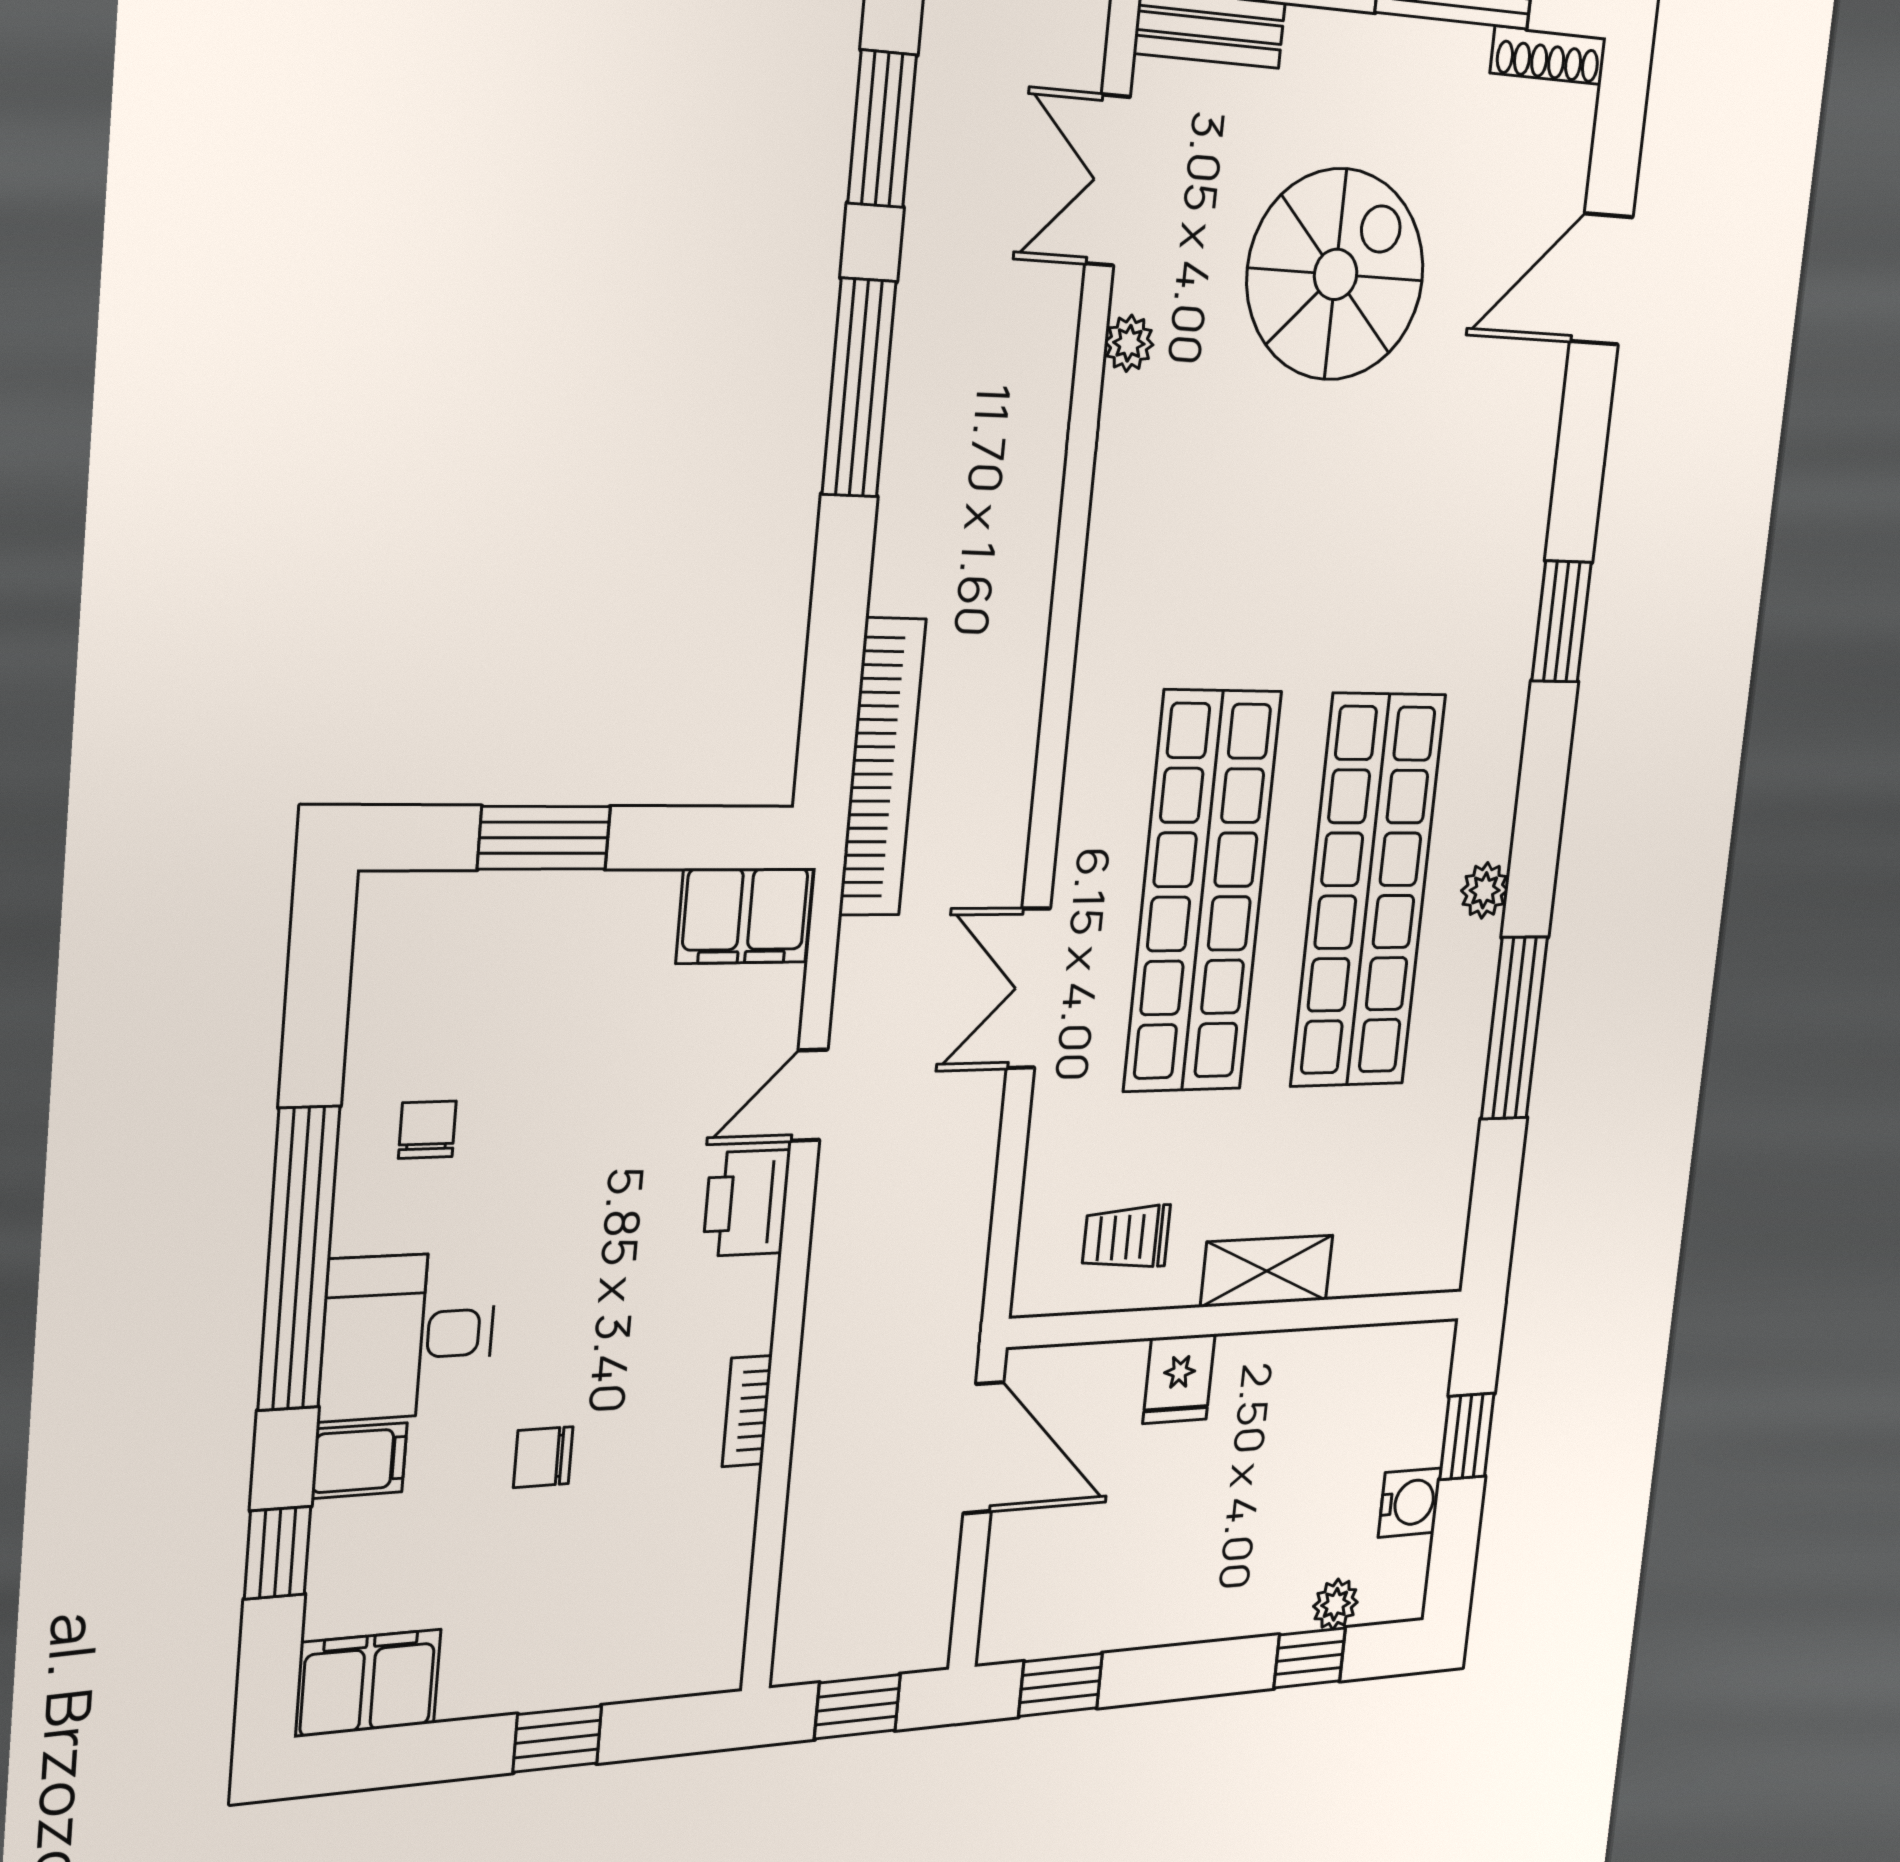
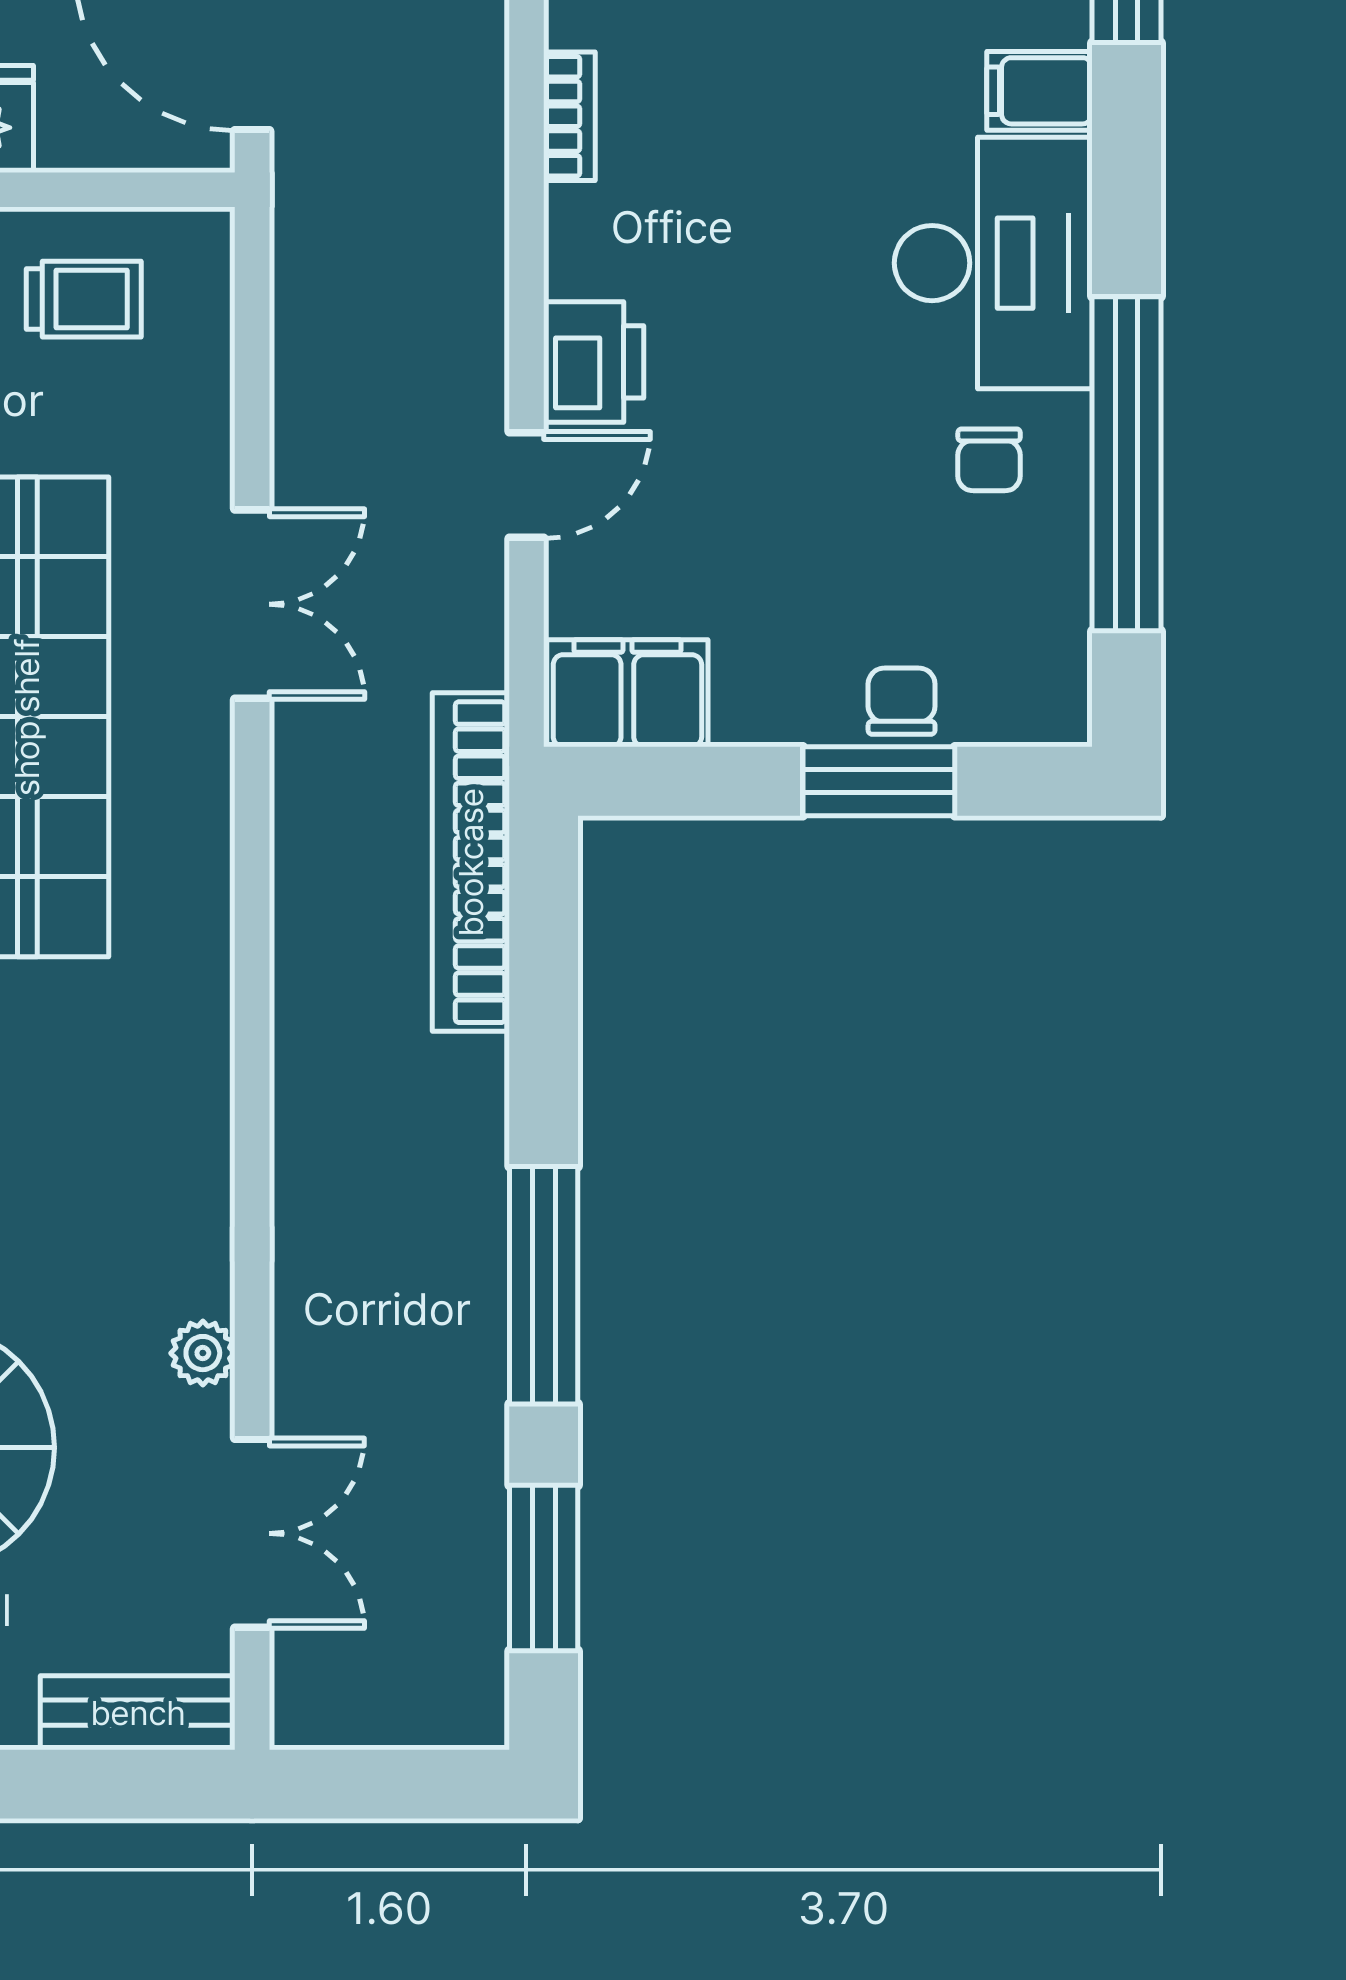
window: (299, 1259) -> (1127, 464), moved
desk: (408, 1336) -> (993, 263), width x1.37
chair: (543, 1457) -> (902, 701), moved, turned -90

